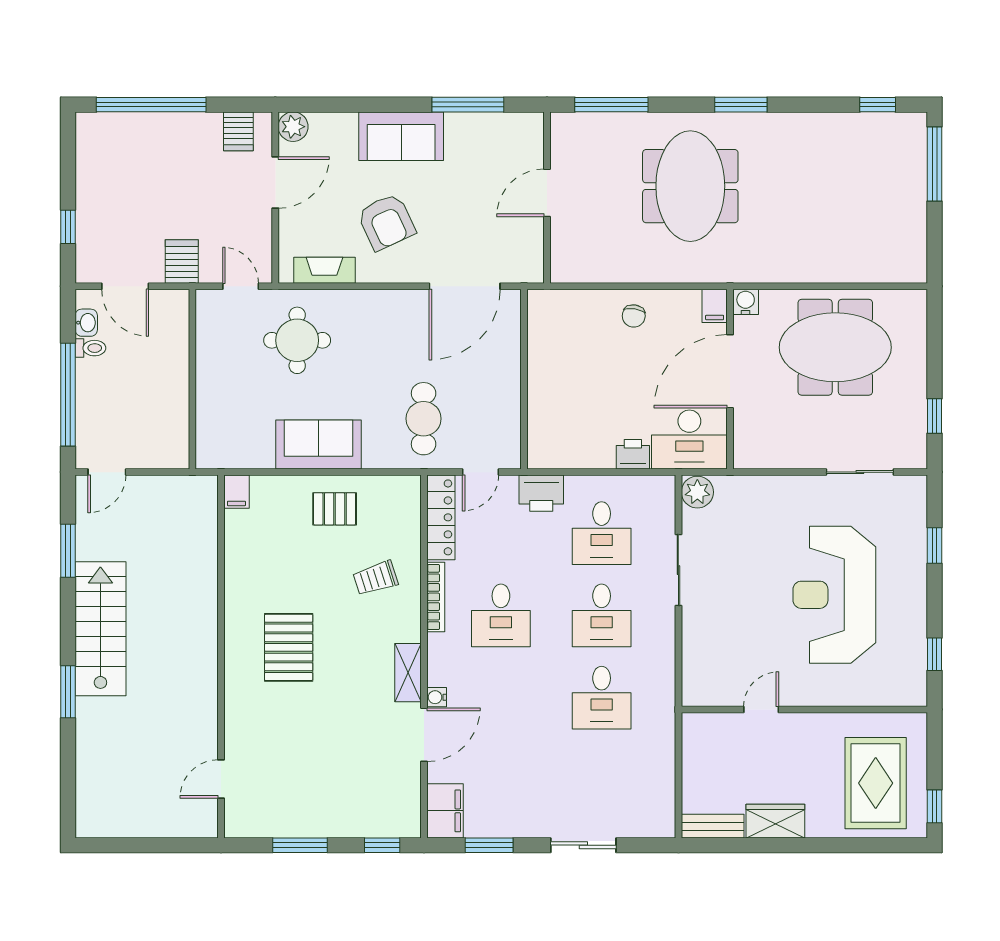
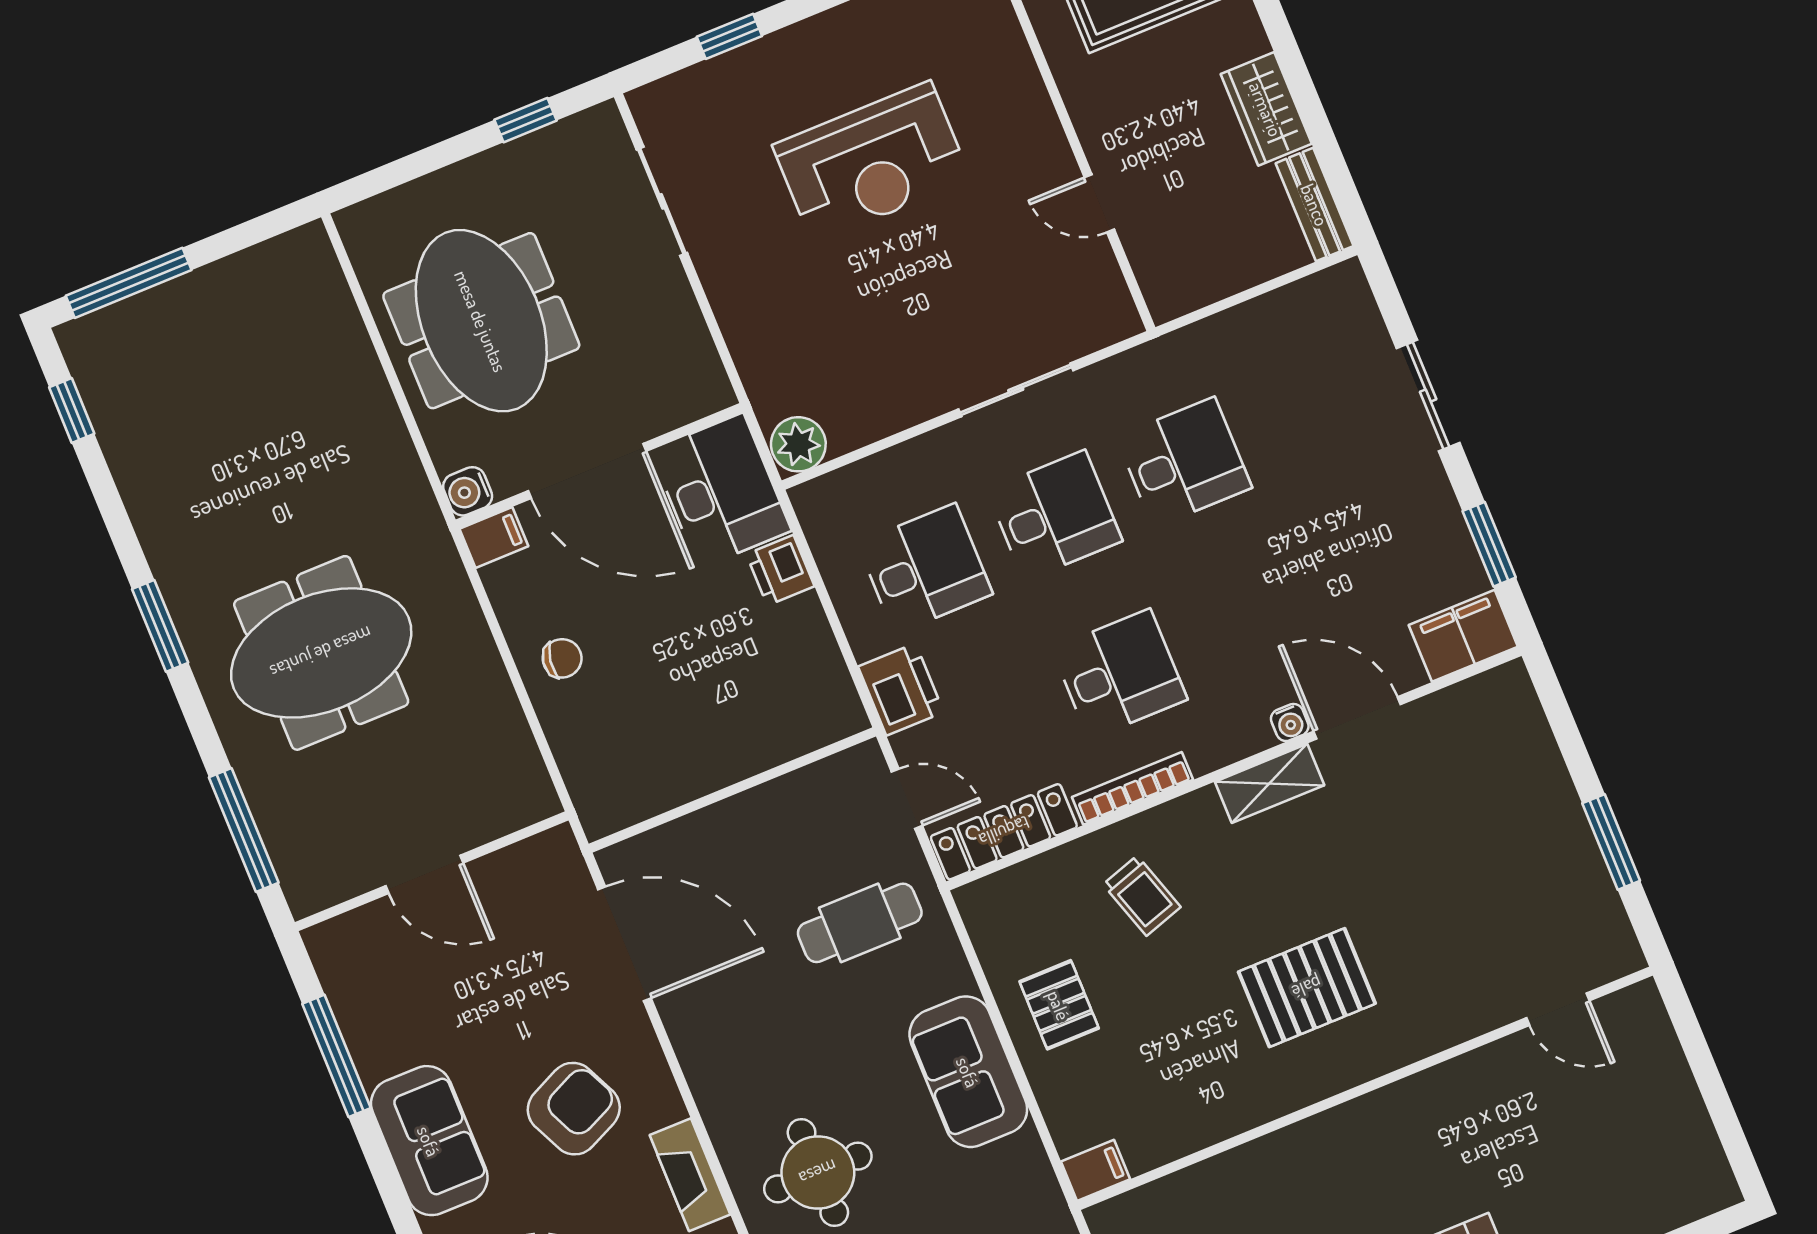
sliding door: (678, 570) -> (1016, 390), moved
reception desk: (834, 595) -> (872, 162), width x0.74, depth x0.77
window: (382, 845) -> (1558, 713), removed

